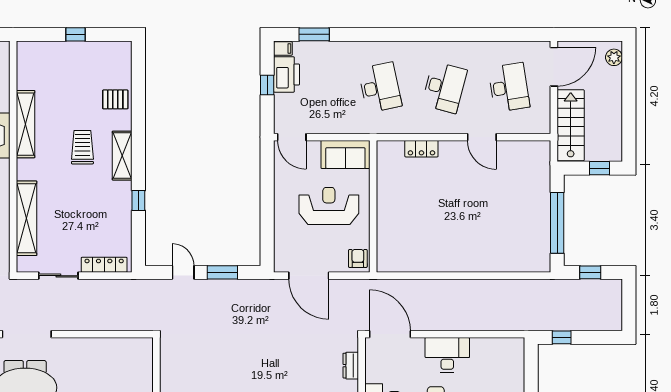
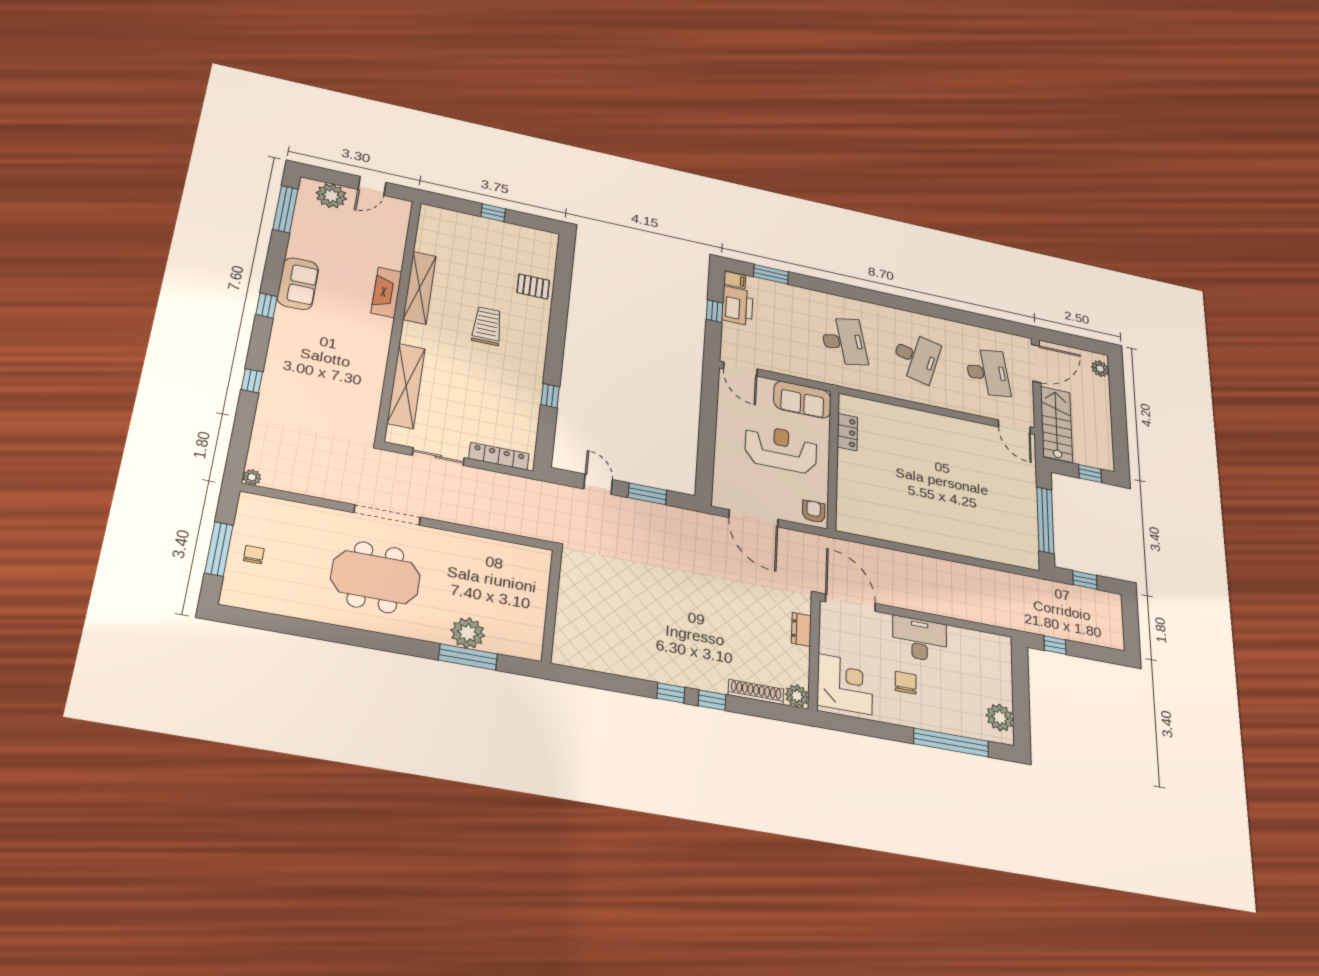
door: (482, 137) -> (1014, 427), moved
locker: (421, 149) -> (847, 432), moved, turned -90
shelving: (122, 156) -> (535, 345), removed

